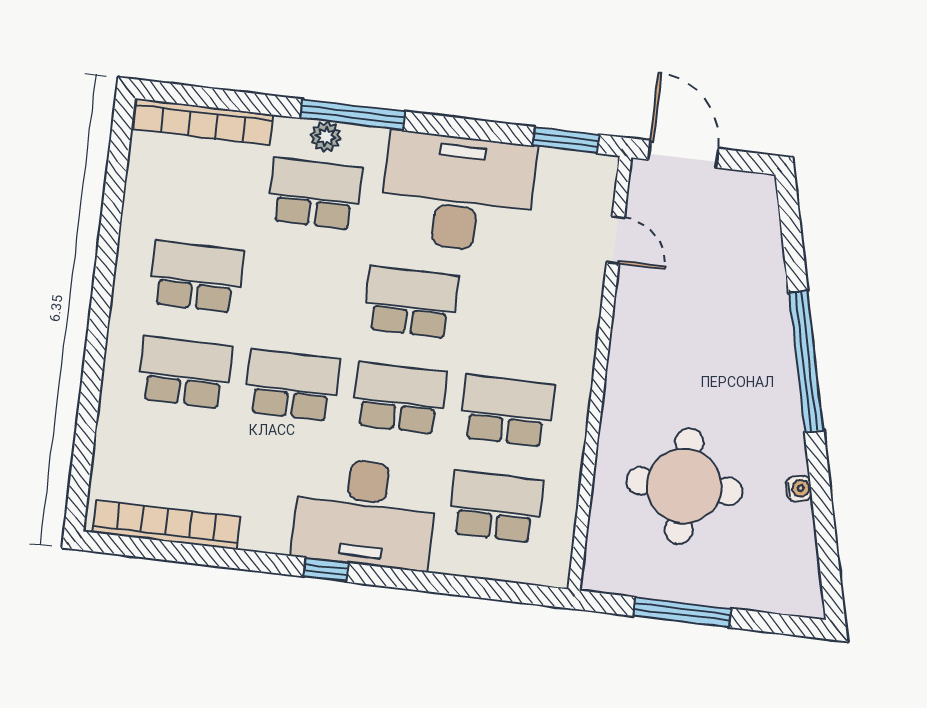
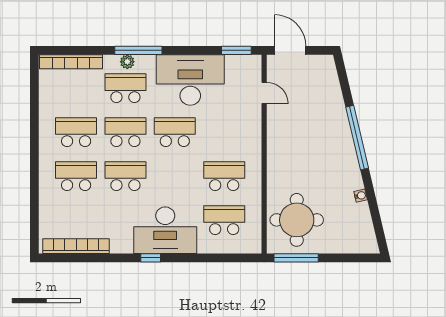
school desk: (400, 398) -> (125, 132), moved
round table: (684, 486) -> (297, 220), moved
window: (682, 612) -> (296, 258), moved

